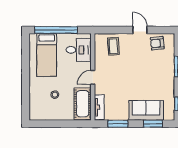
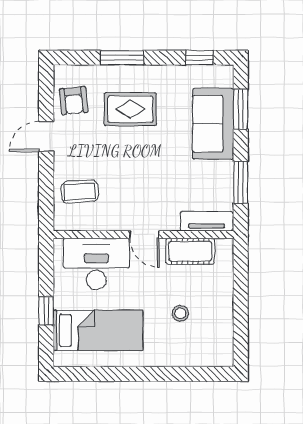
window: (56, 30) -> (46, 311), width x0.32
desk: (79, 50) -> (96, 264), width x1.37
rug: (153, 71) -> (130, 109), added
cot: (83, 104) -> (190, 251), width x0.73, depth x0.75

